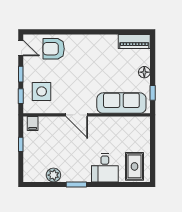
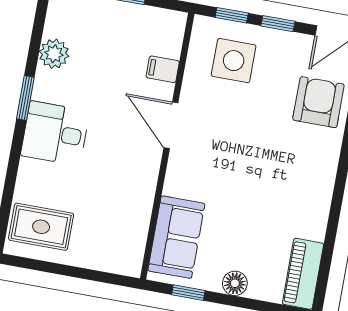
sofa: (121, 103) -> (176, 237), width x0.73
door: (77, 115) -> (171, 125), hinge flipped
filing cabinet: (33, 123) -> (163, 69), moved
desk: (105, 168) -> (55, 133), moved

